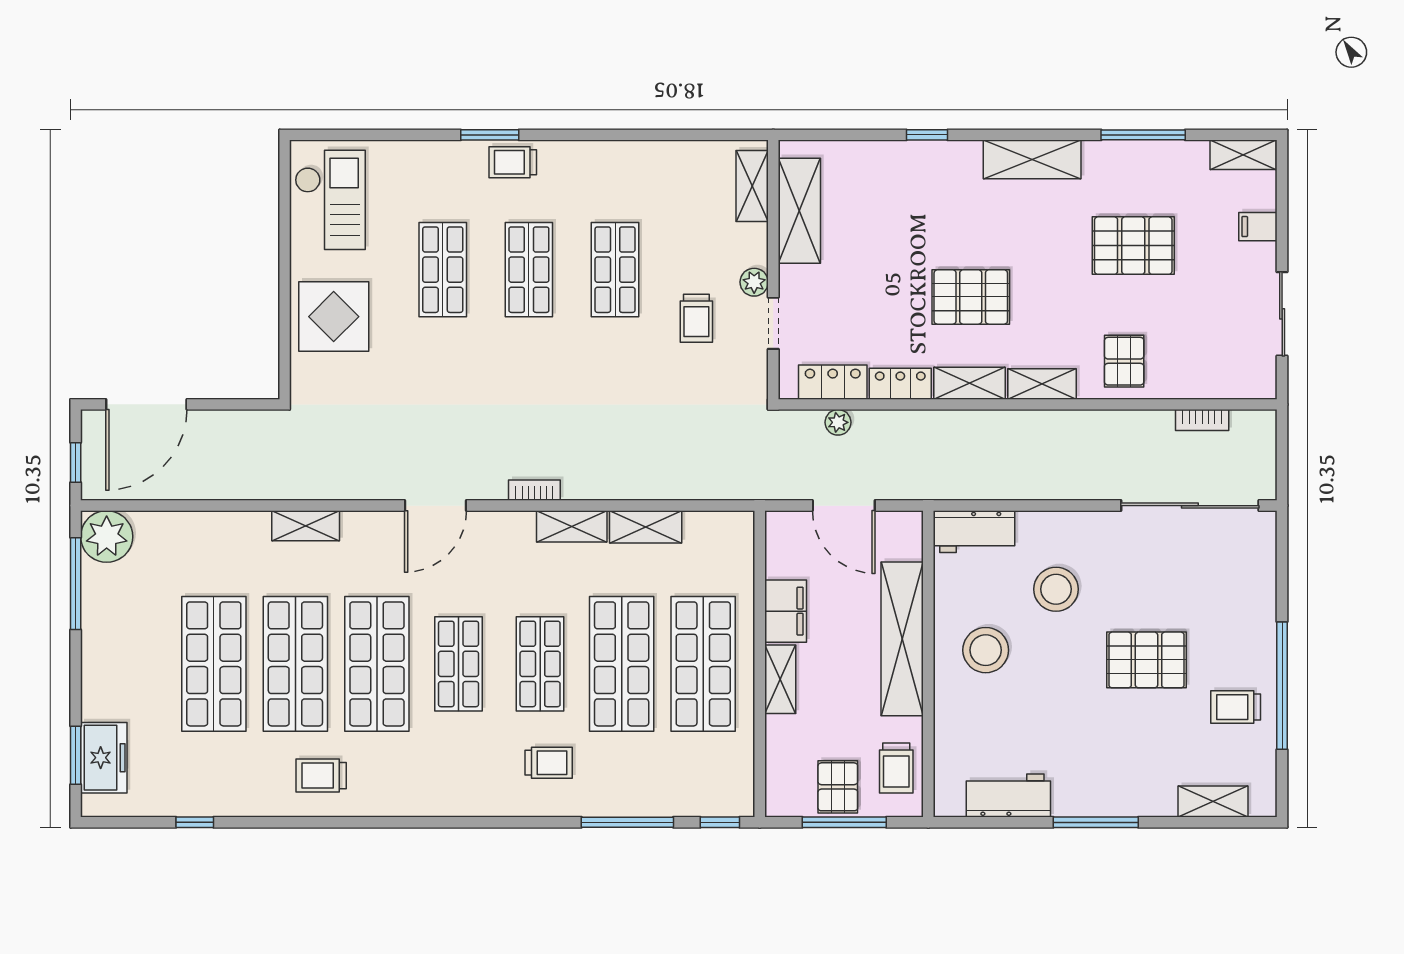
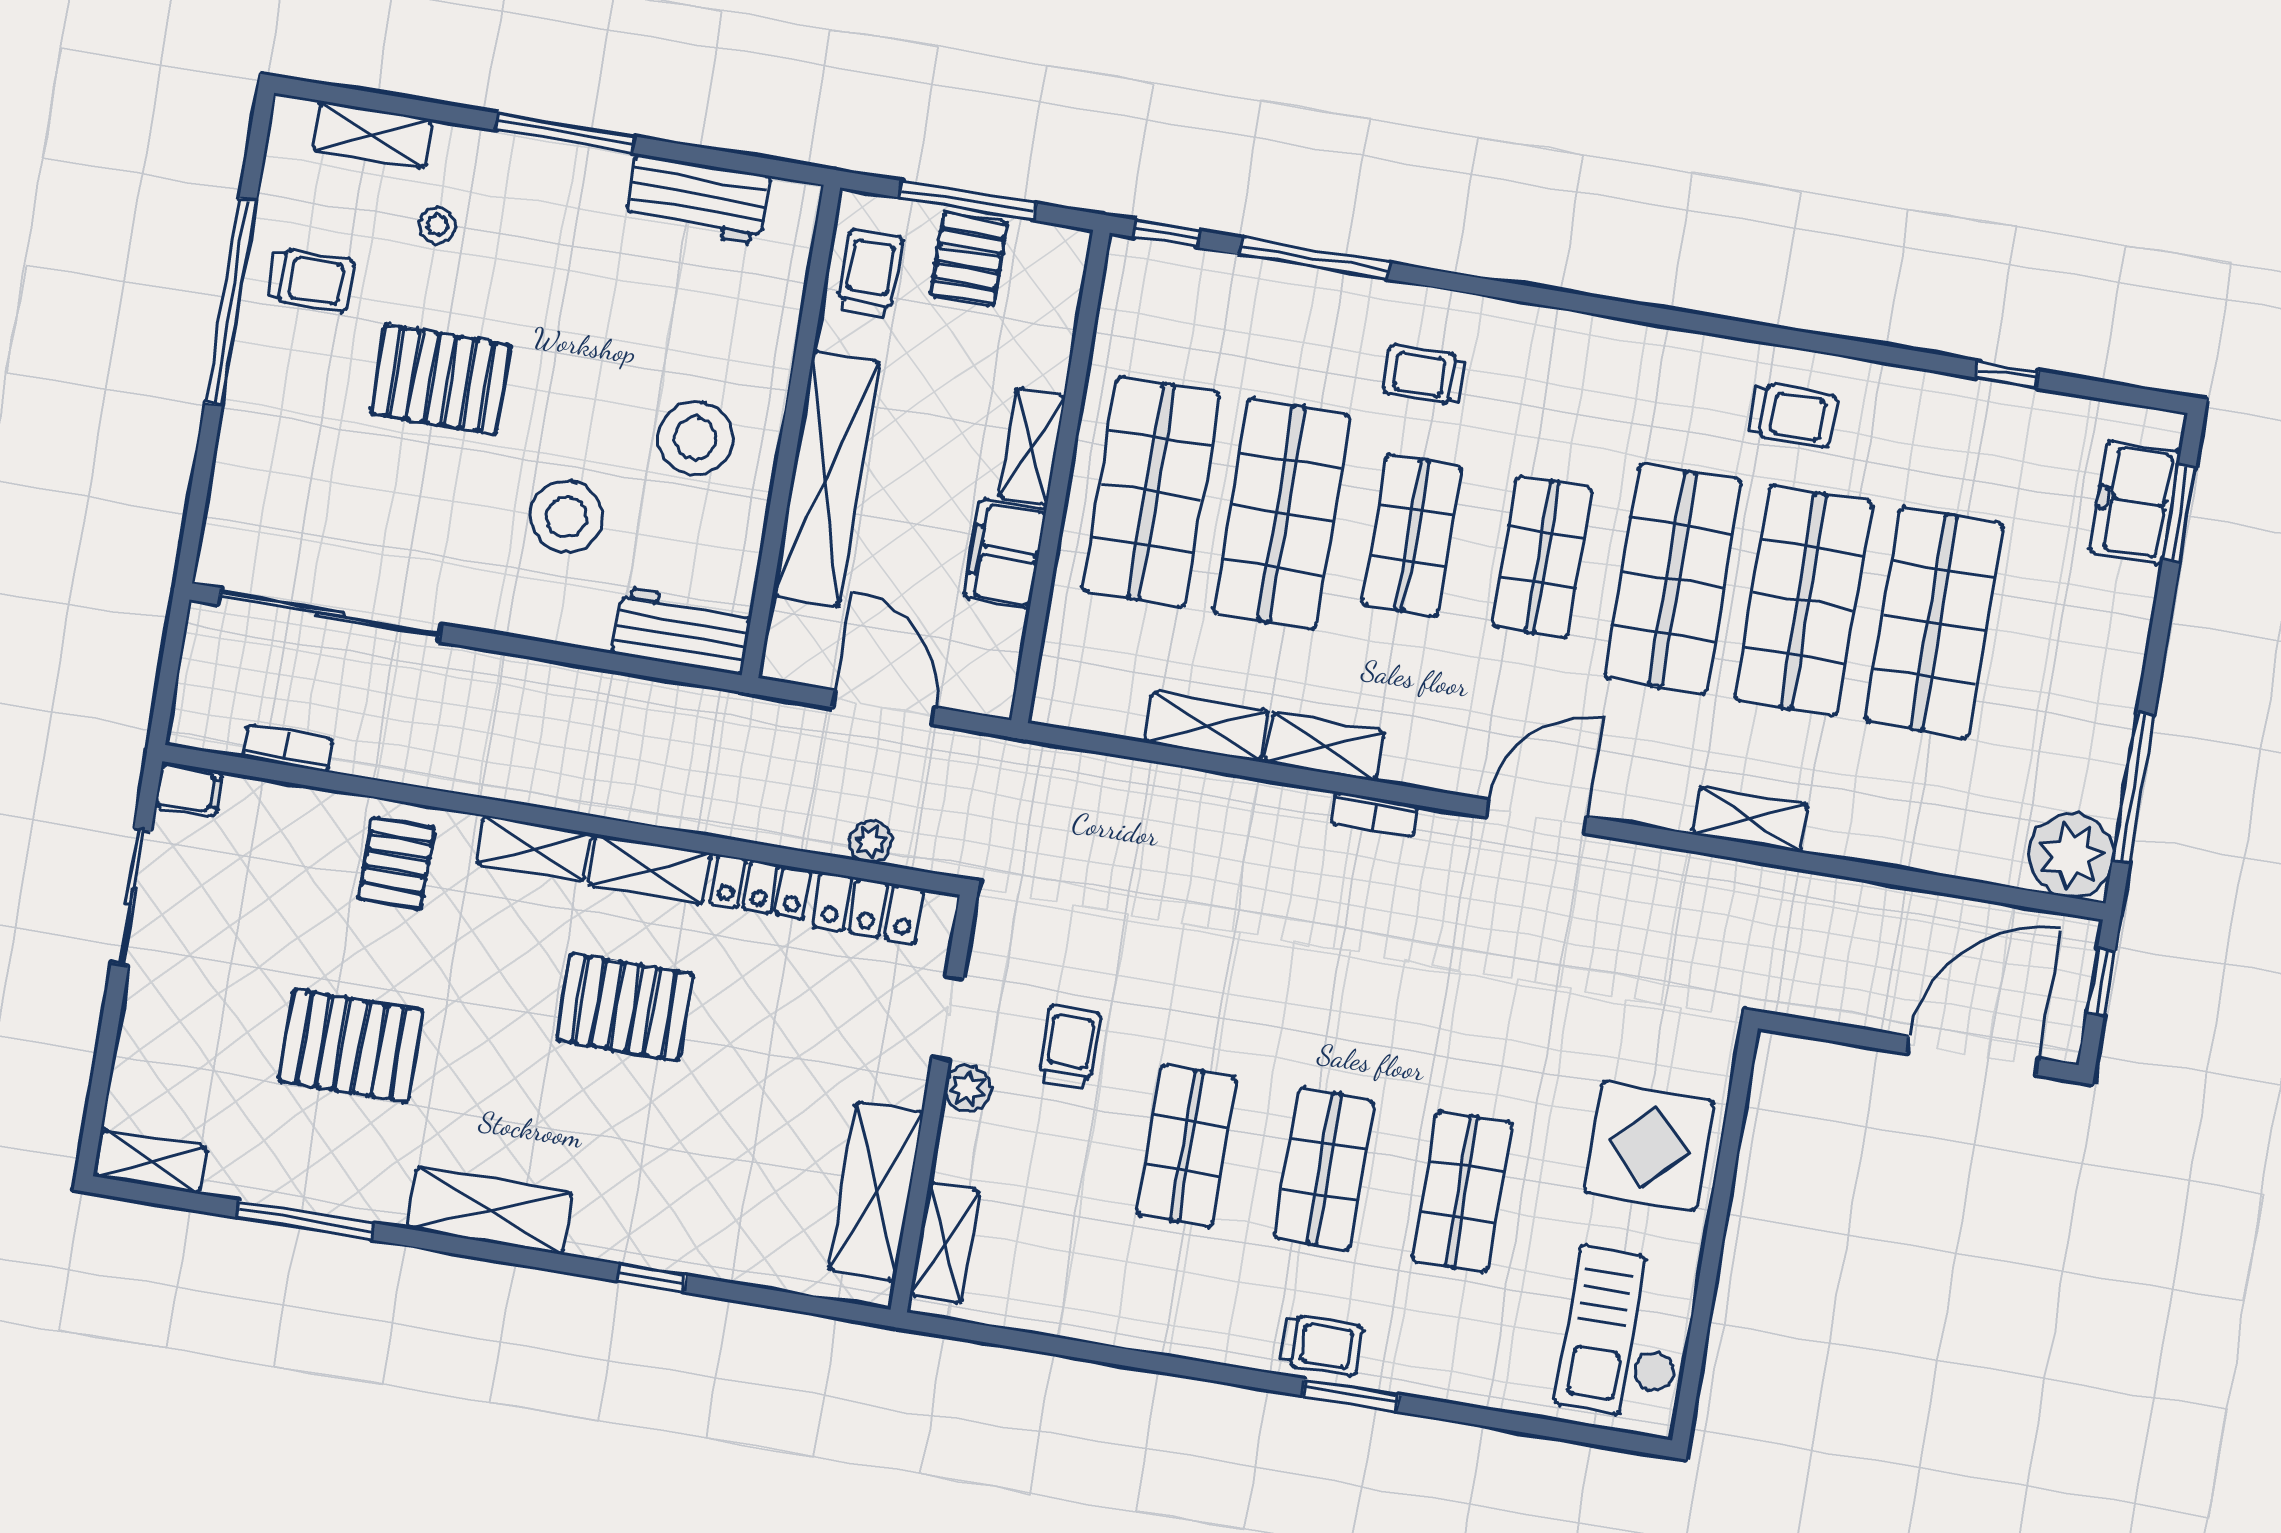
filing cabinet: (1258, 227) -> (189, 789), moved
stool: (1164, 753) -> (437, 225), added

